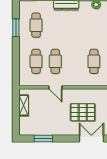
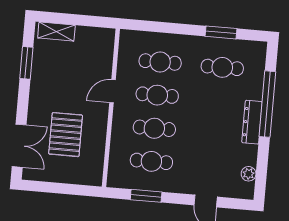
cafe table: (75, 61) -> (154, 128), added
shelving: (24, 105) -> (56, 32), moved

